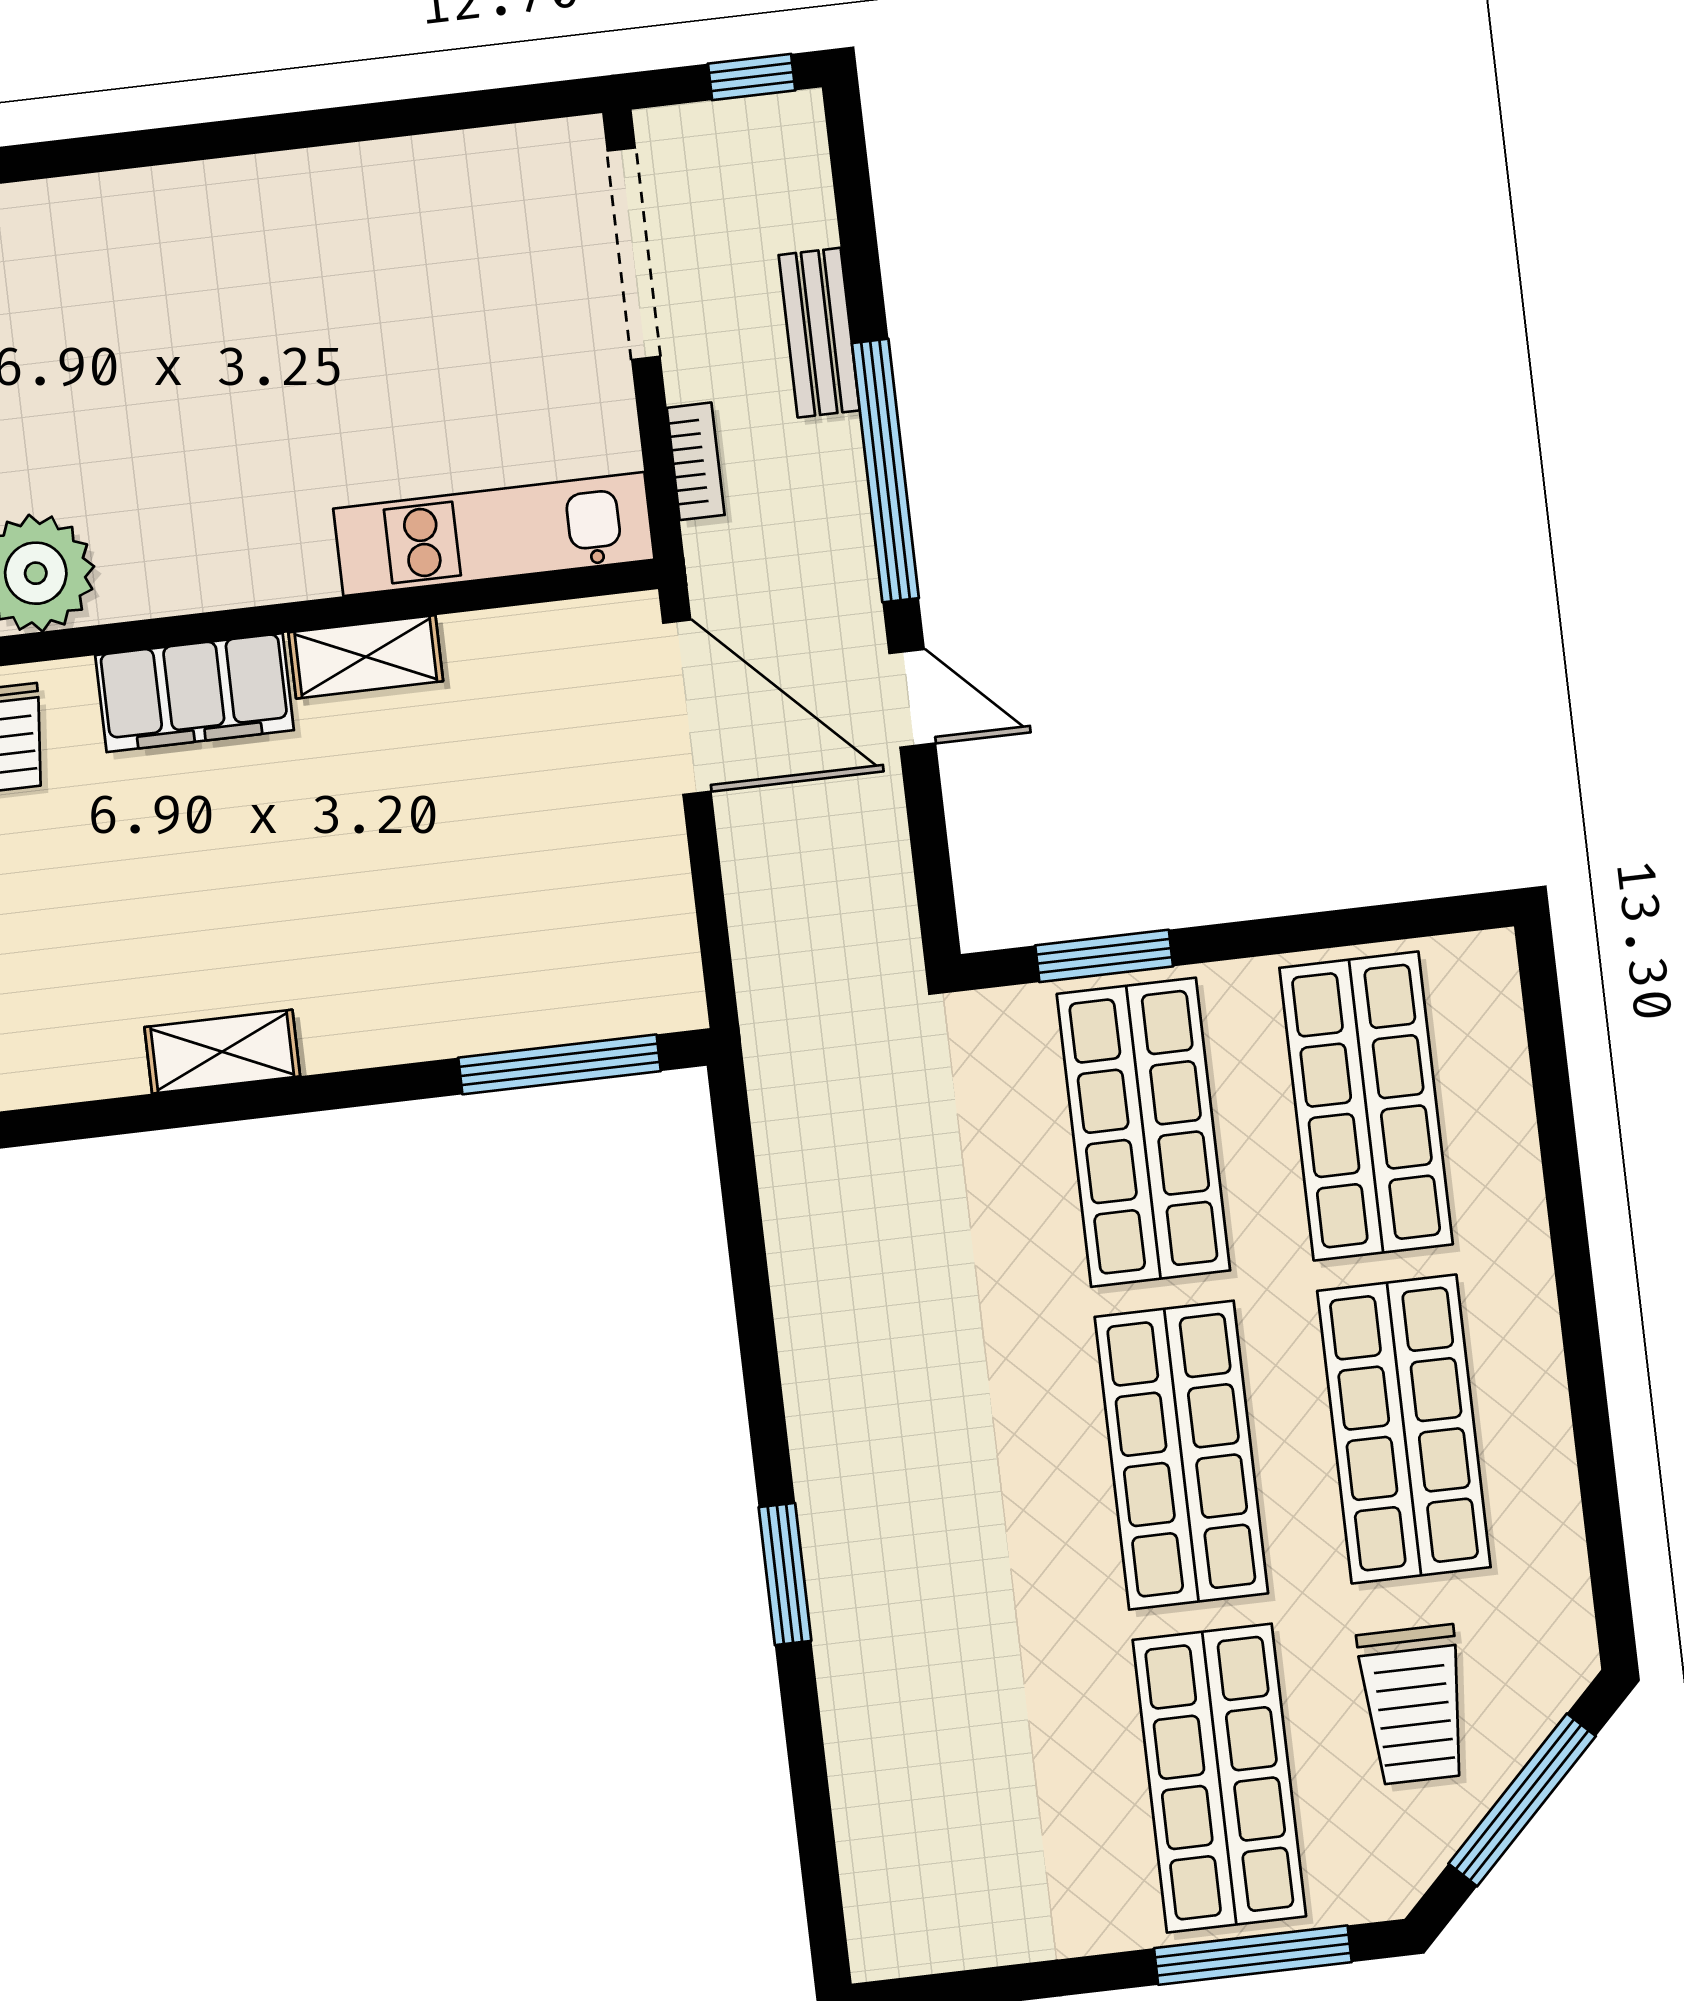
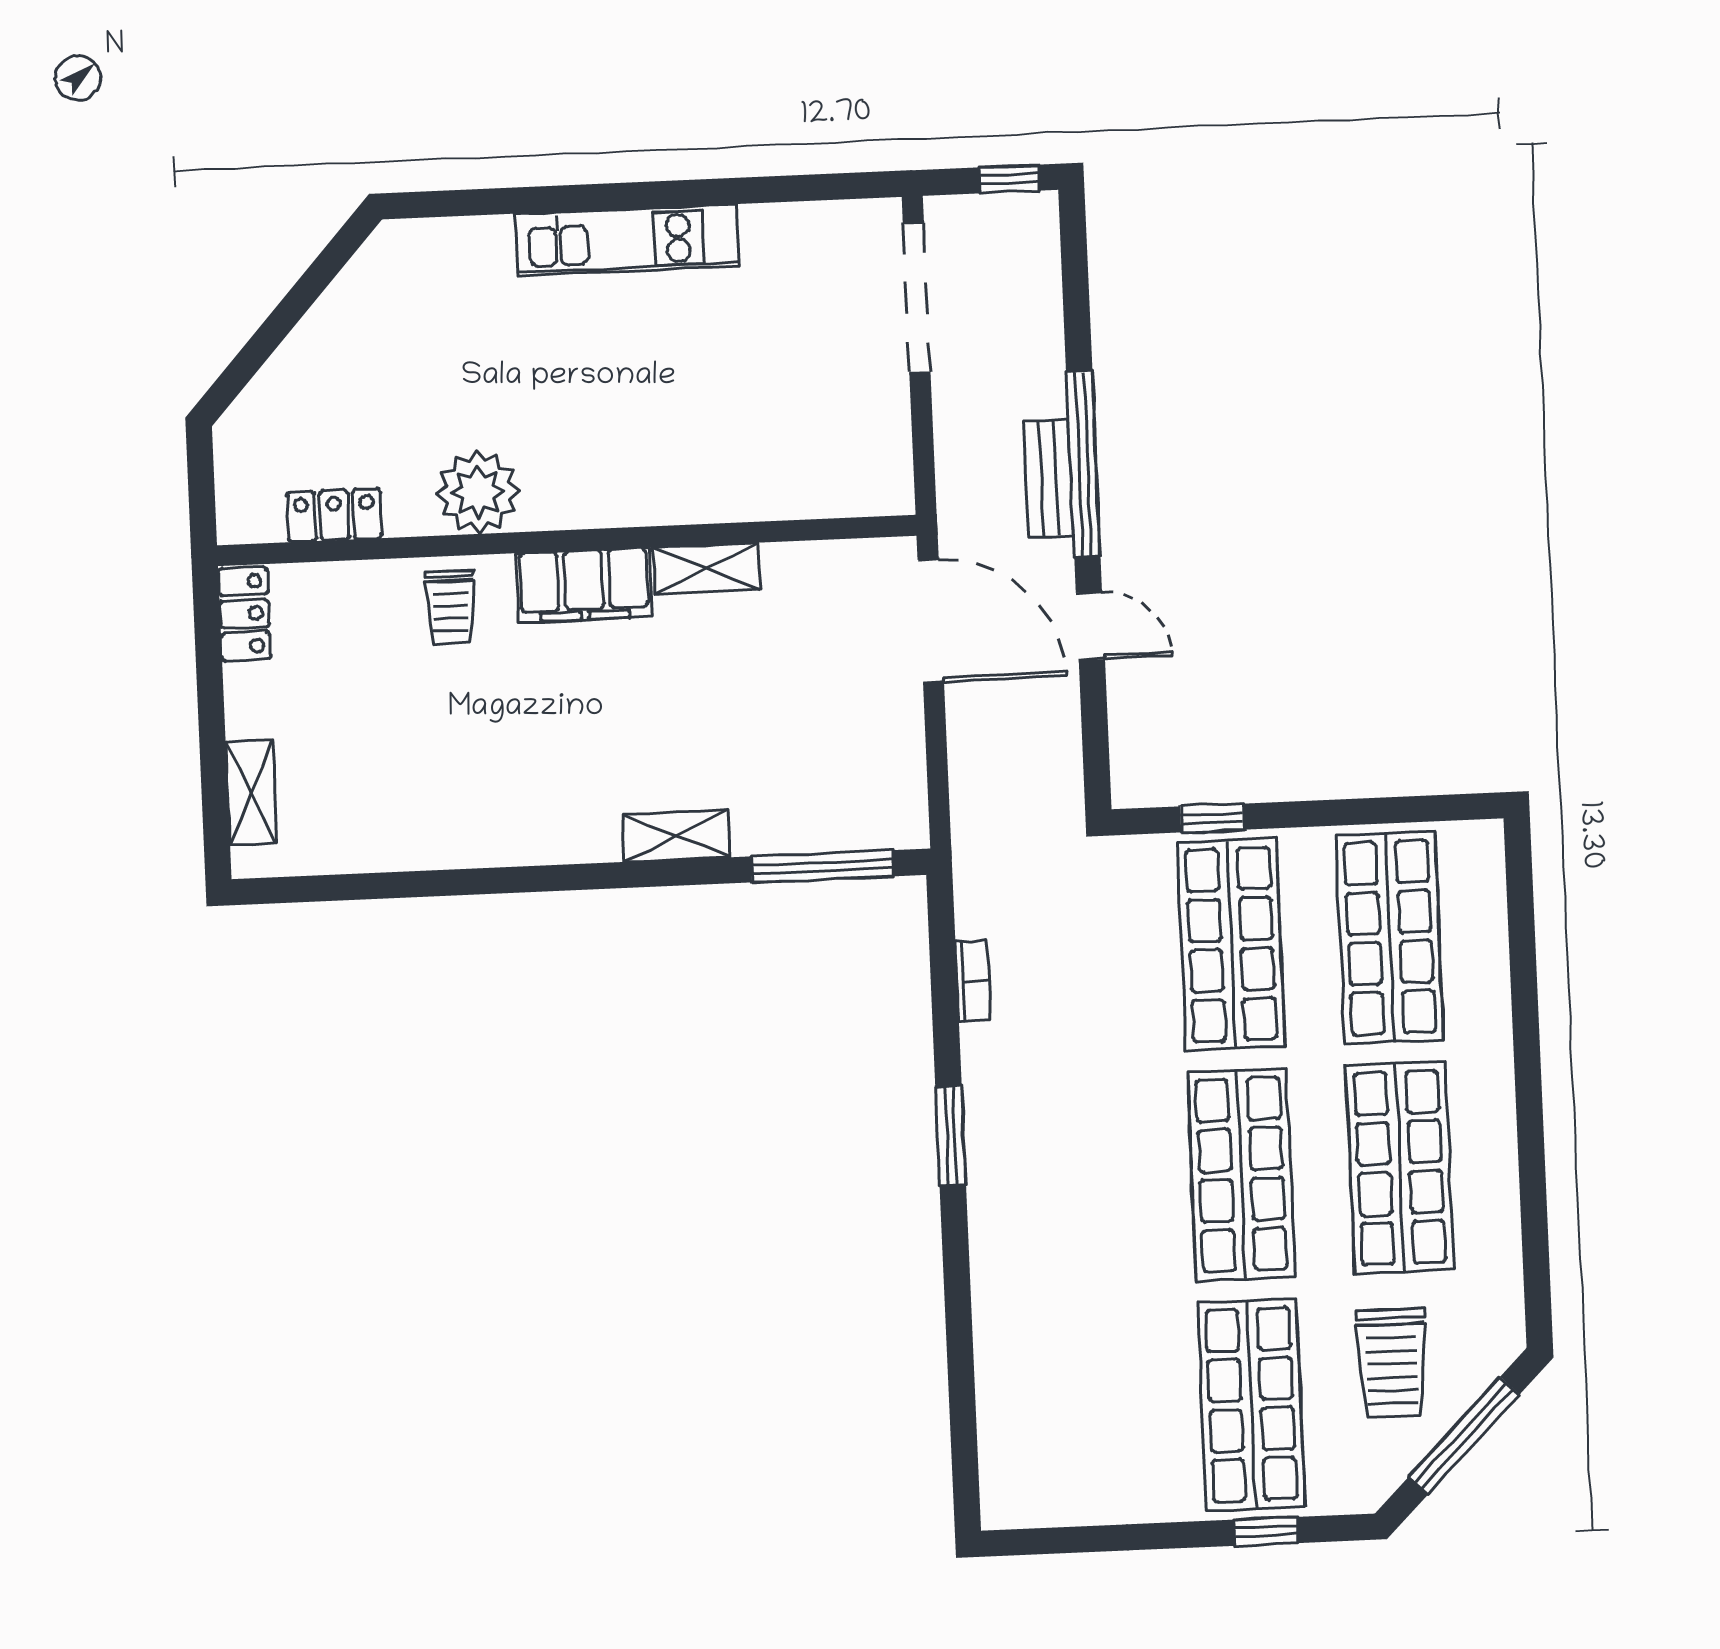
bench: (819, 333) -> (1049, 478), moved
bookcase: (696, 461) -> (973, 981), moved
kitchen unit: (494, 534) -> (627, 240), moved, turned 180
window: (1104, 956) -> (1213, 818), width x0.67
shelving: (222, 1052) -> (676, 836), moved
window: (785, 1574) -> (951, 1136), moved
window: (1253, 1955) -> (1266, 1531), width x0.46

